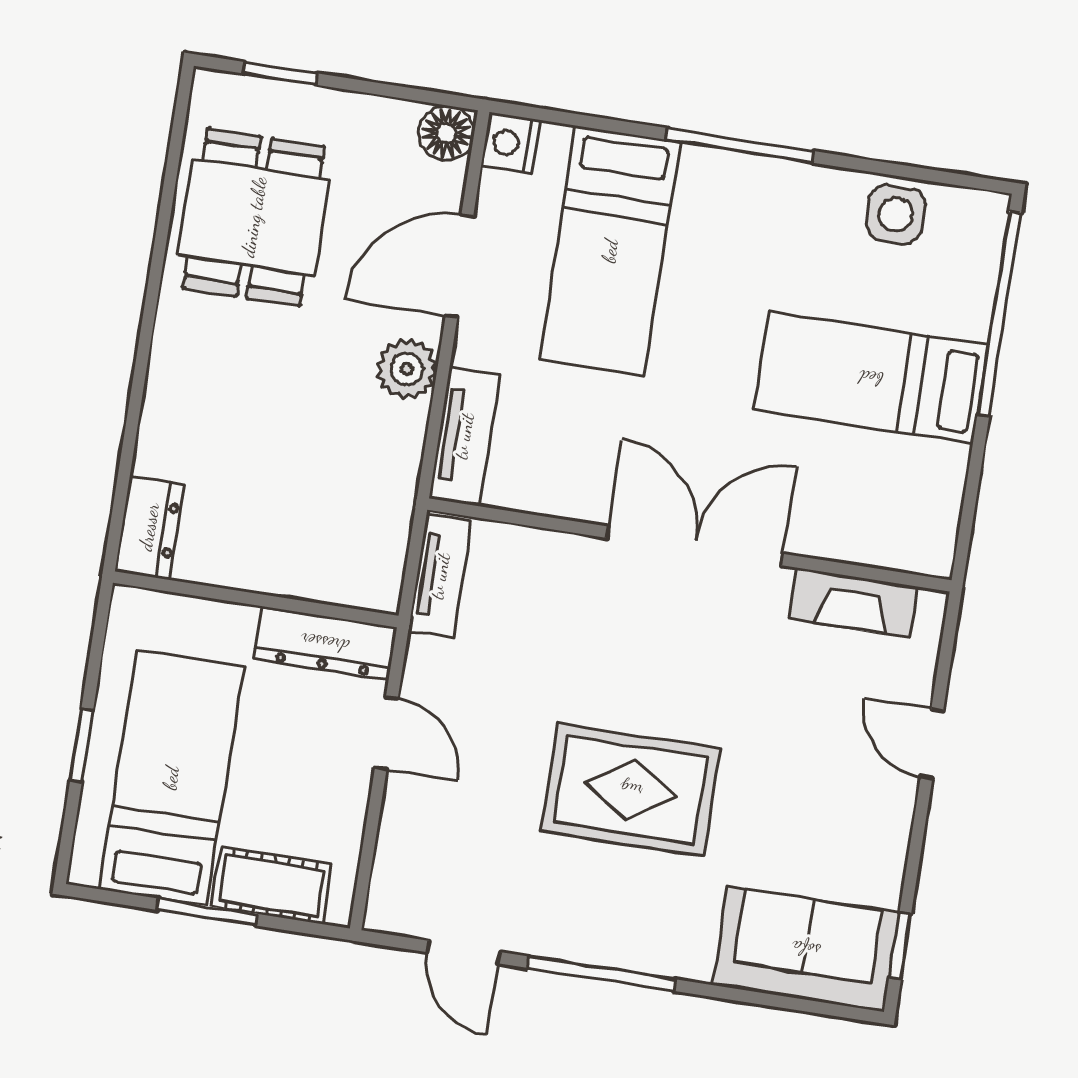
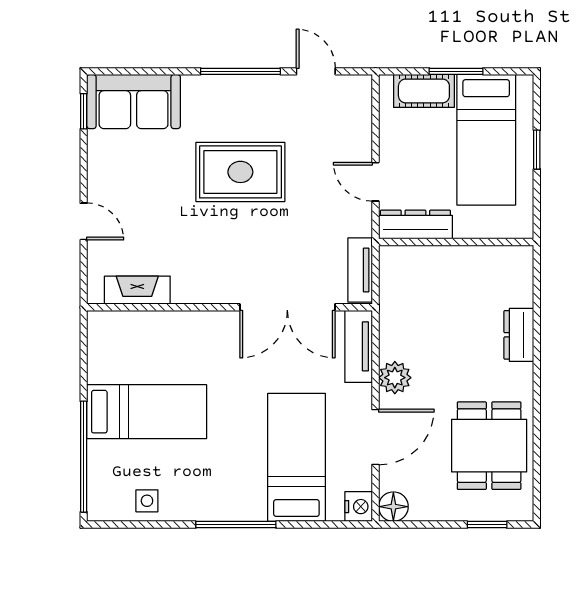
side table: (896, 214) -> (147, 501), width x0.73, depth x0.73
dresser: (149, 527) -> (519, 335), moved
double door: (695, 546) -> (287, 307), moved

